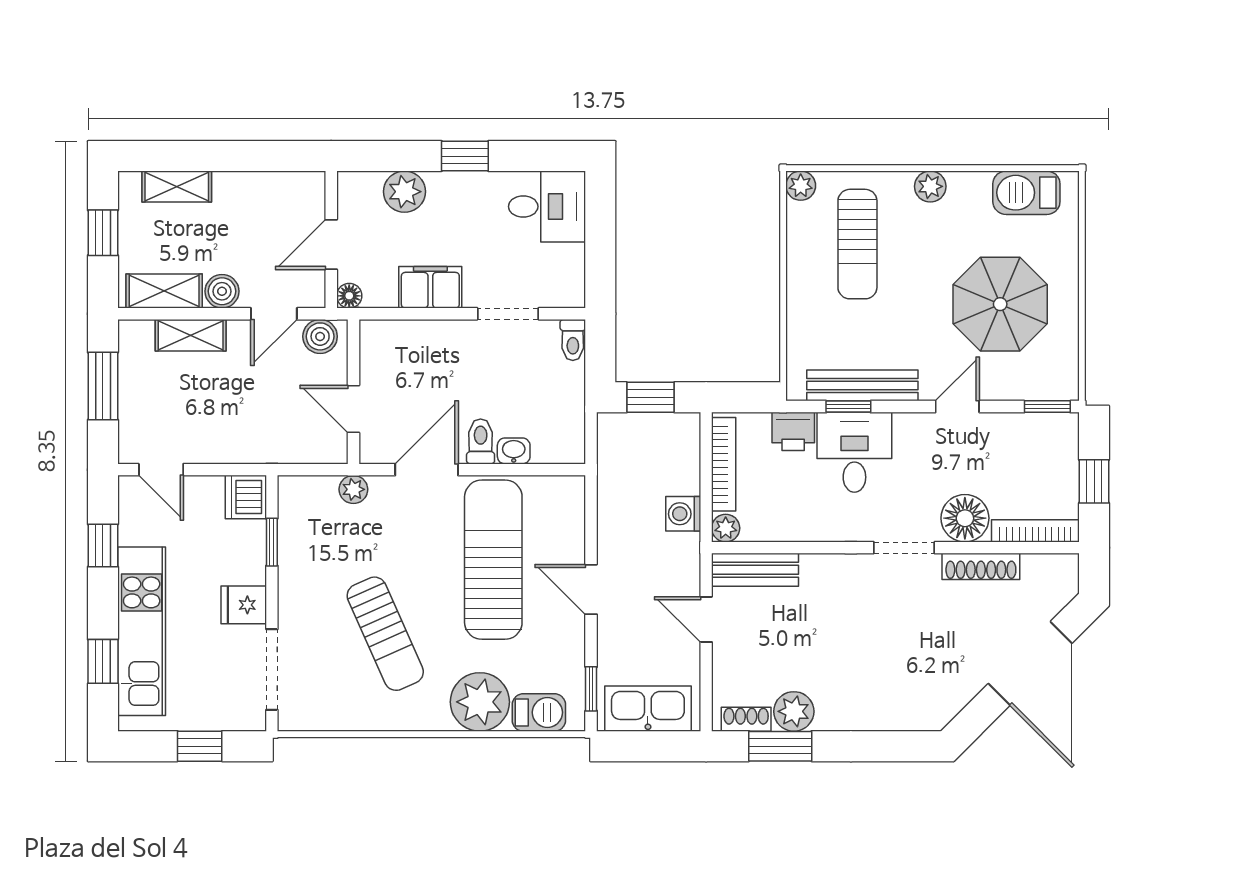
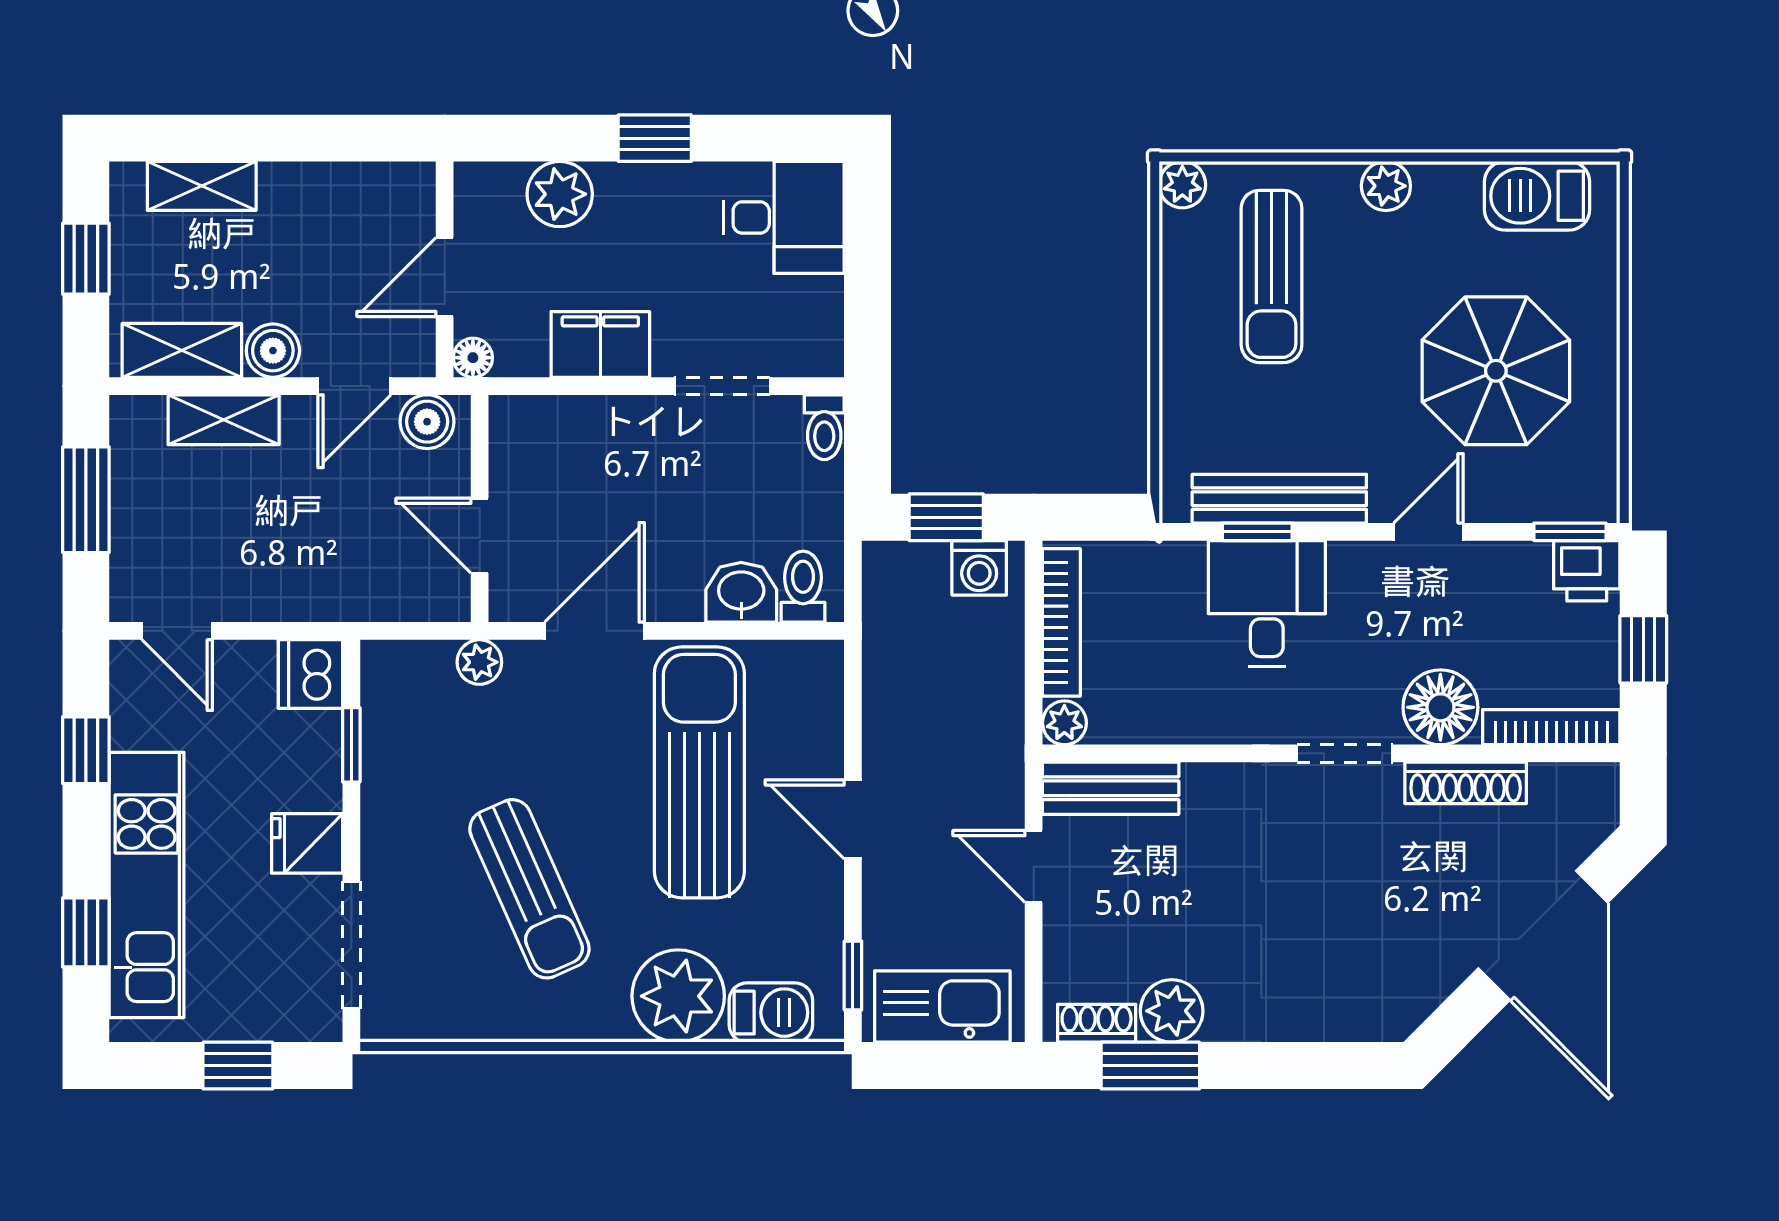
printer: (793, 431) -> (1587, 571), moved
toilet: (481, 441) -> (803, 587), moved
washbasin: (514, 451) -> (741, 592), width x1.38, depth x1.45
washing machine: (683, 514) -> (979, 568), moved, turned -90

